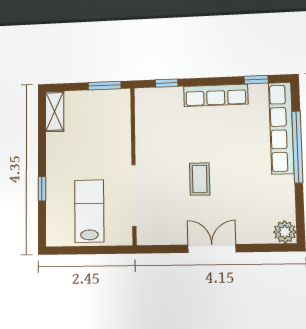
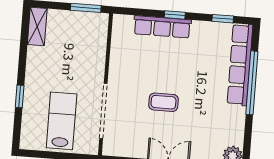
window: (167, 83) -> (175, 15), moved
row of seats: (216, 95) -> (162, 27), moved
coffee table: (200, 179) -> (164, 102), turned 90

